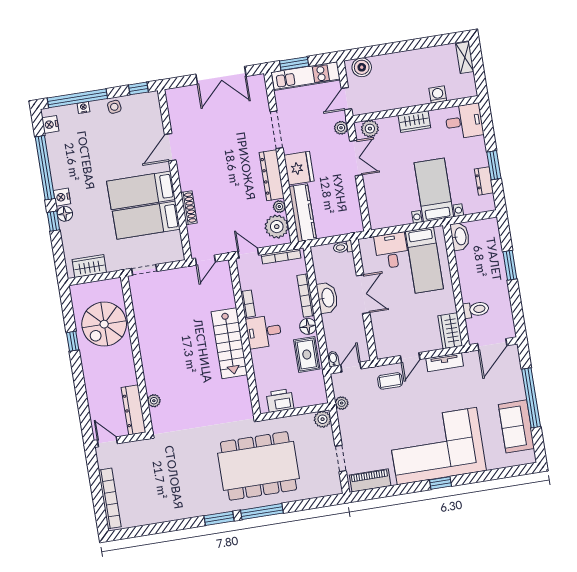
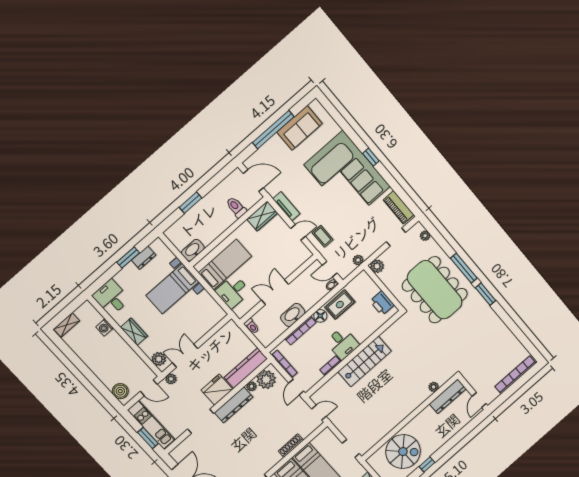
plant: (323, 491) -> (425, 236), added

